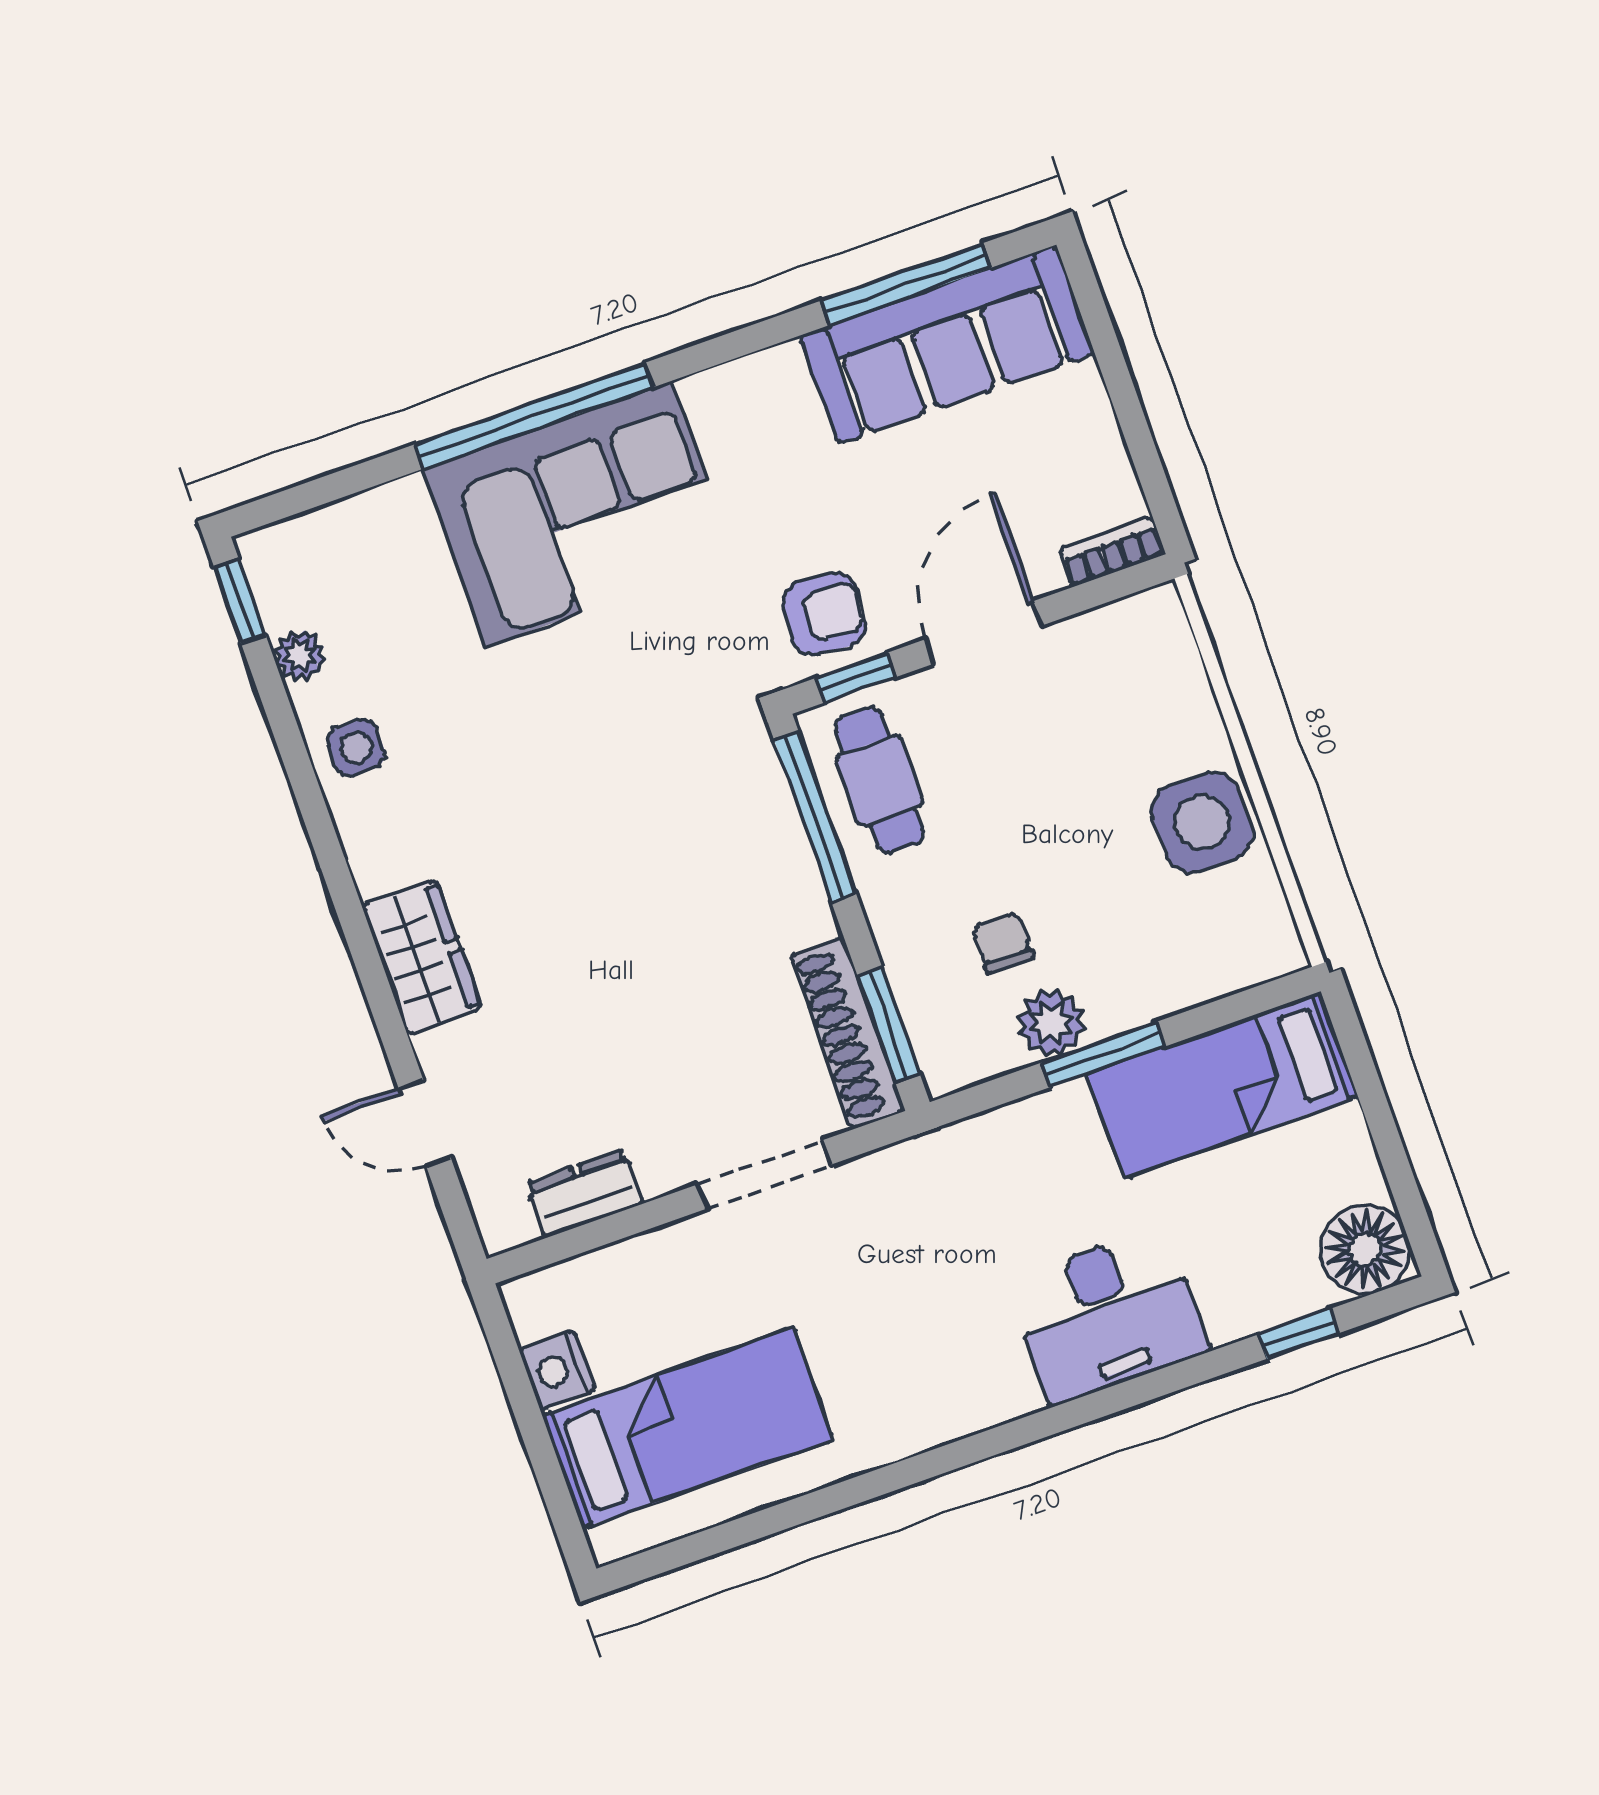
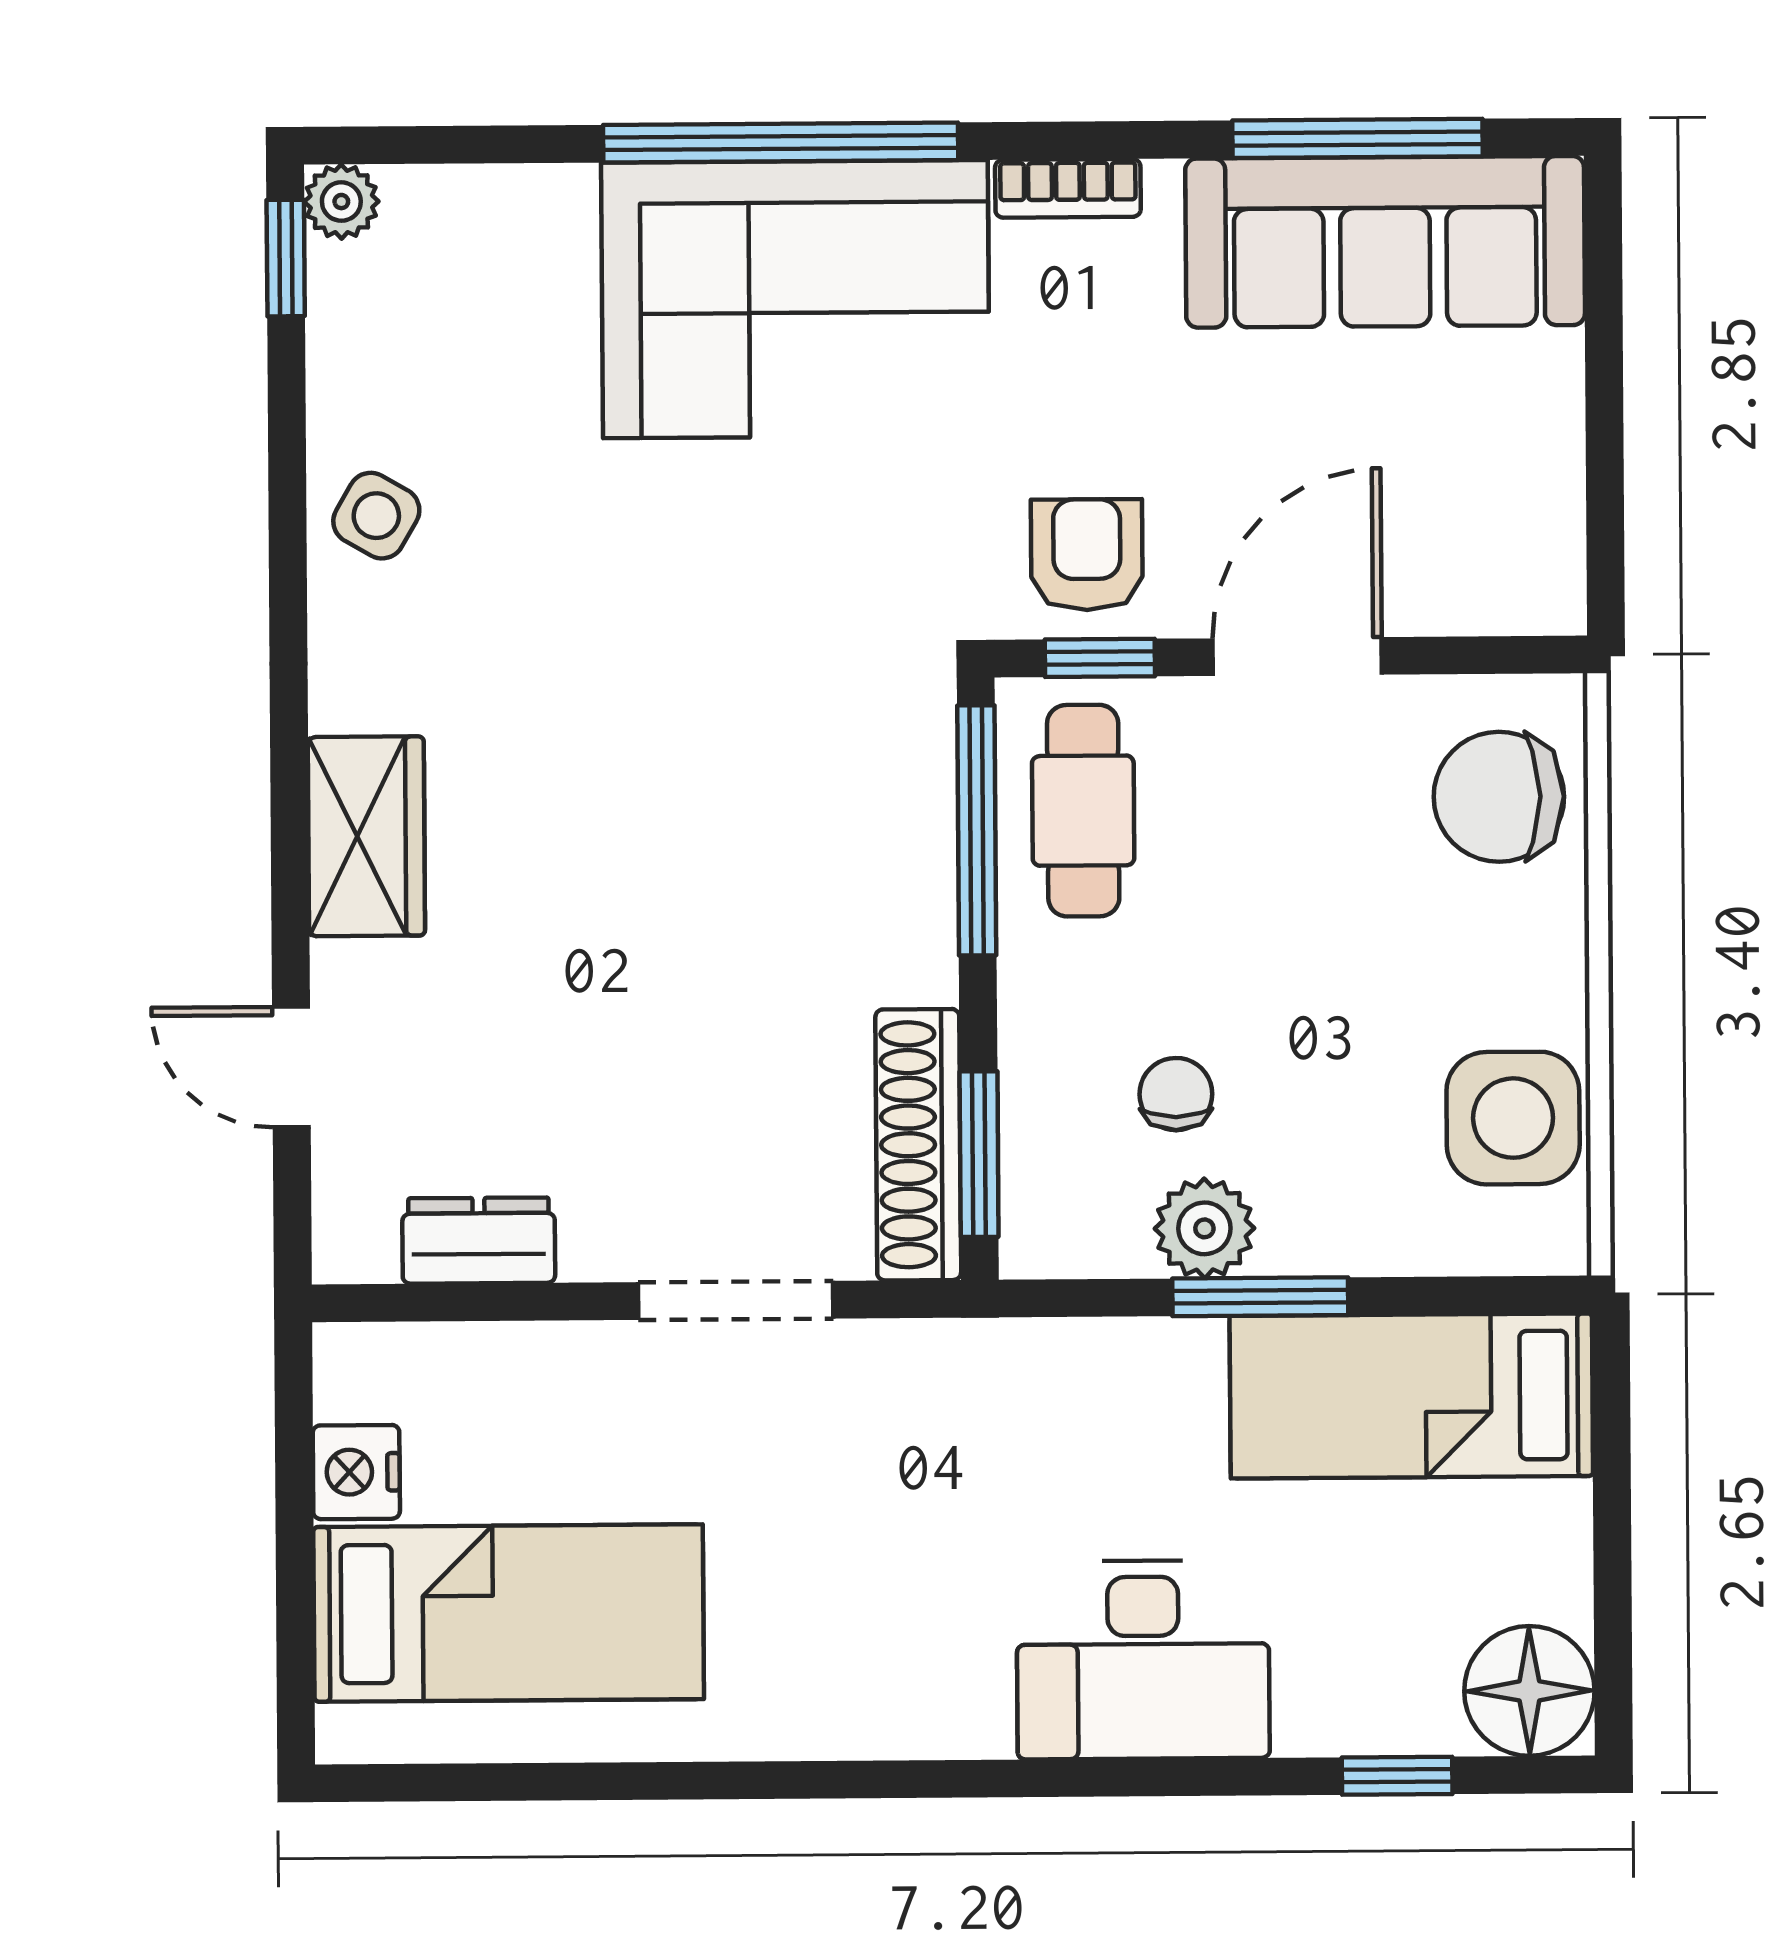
bookcase: (1113, 552) -> (1068, 188), moved, turned 180
armchair: (824, 614) -> (1087, 555), turned -95
plant: (300, 655) -> (341, 202), moved
chair: (1145, 678) -> (1499, 797), added
side table: (356, 748) -> (376, 516), turned 30
side table: (1202, 822) -> (1513, 1118), moved

